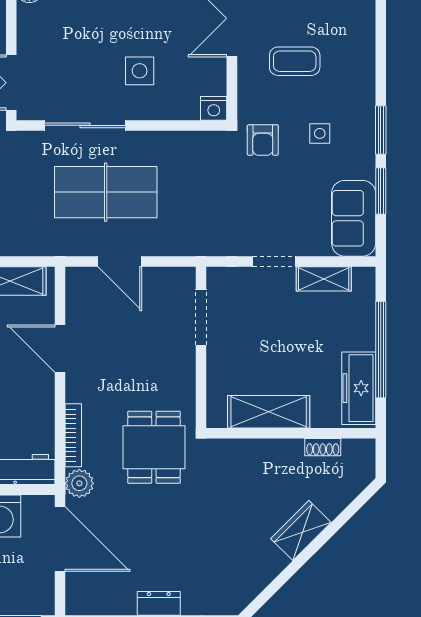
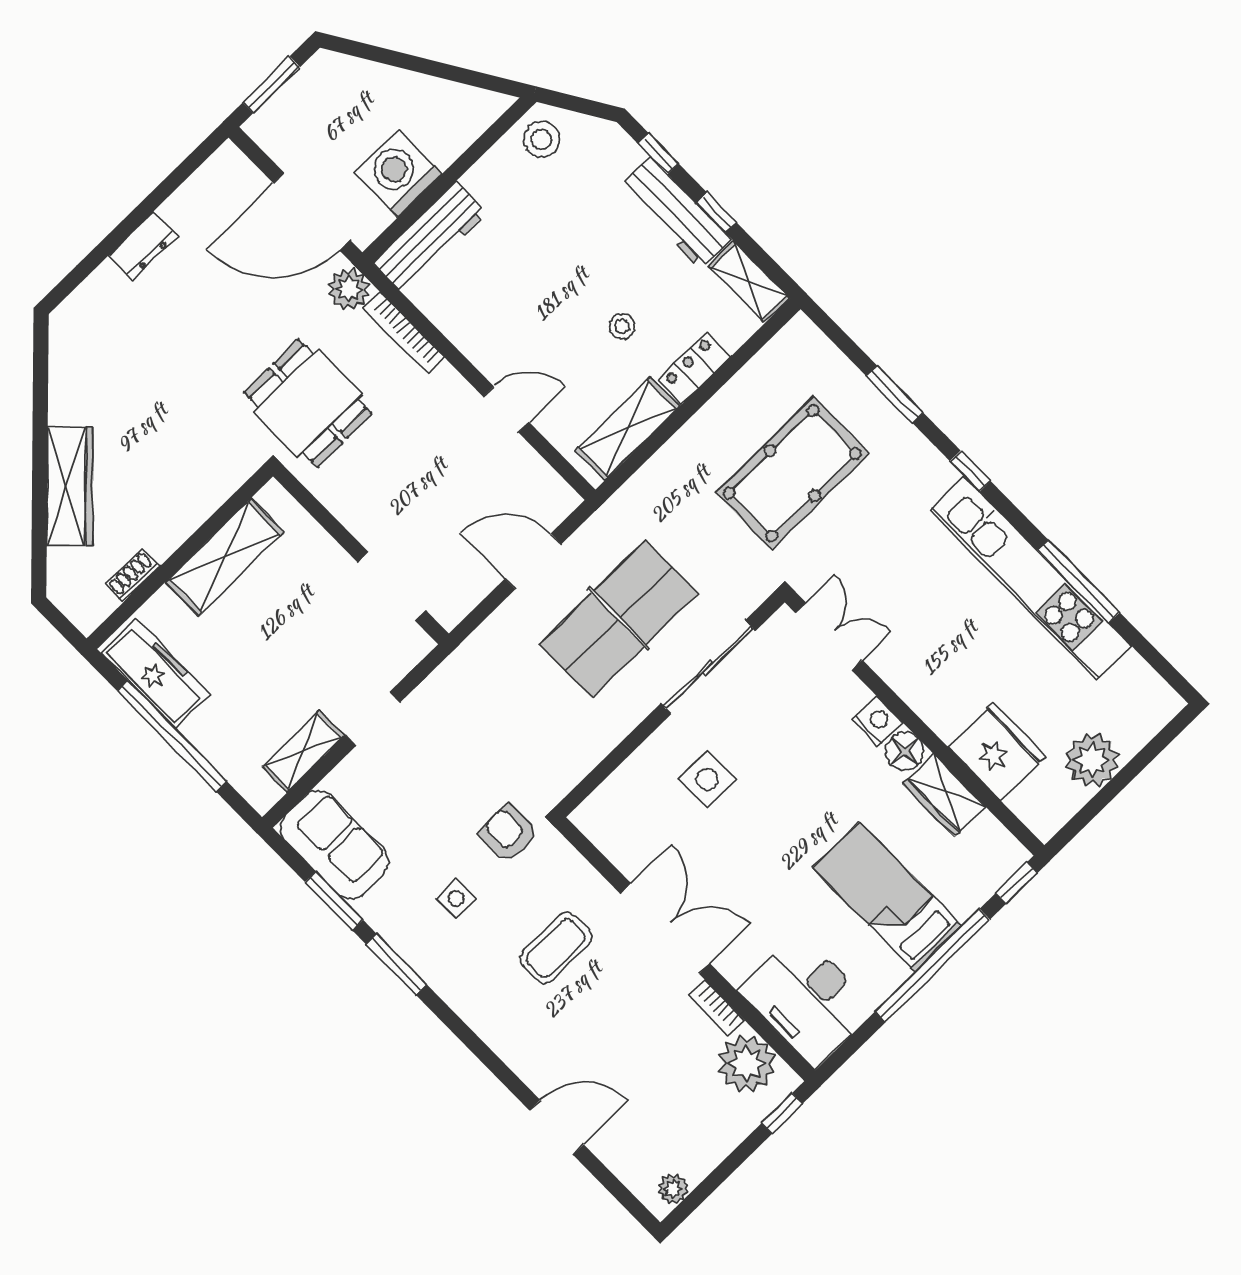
nightstand: (214, 108) -> (877, 721), moved, turned 90
door: (60, 349) -> (506, 410), width x0.73
wardrobe: (301, 530) -> (70, 486), width x1.50

